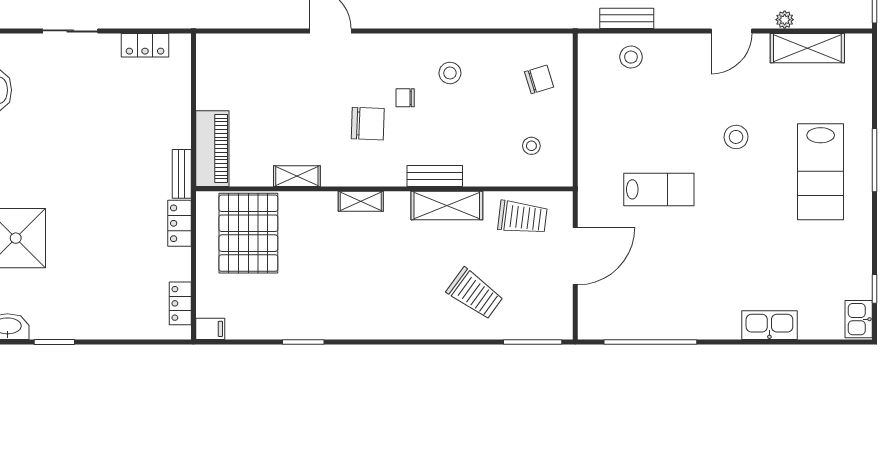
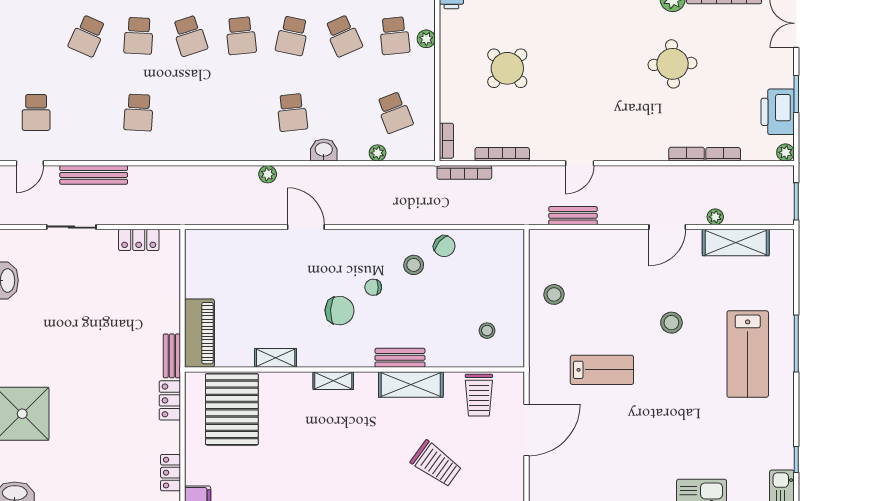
stool: (631, 57) -> (554, 294), moved
chair: (539, 79) -> (444, 246), moved, turned 58
trolley: (522, 217) -> (479, 395), turned 83

